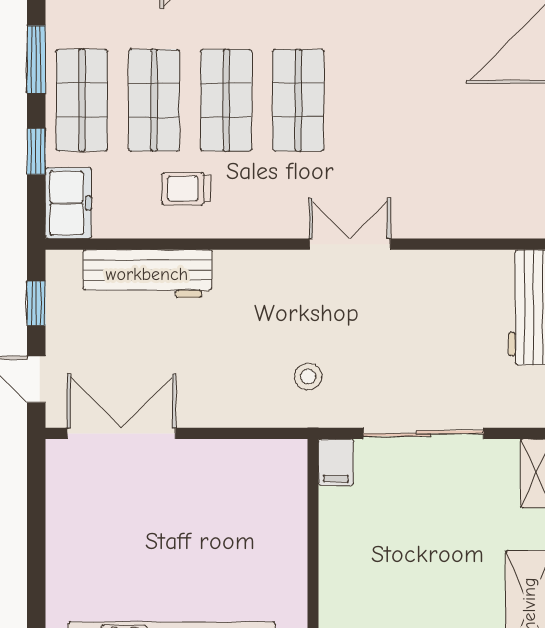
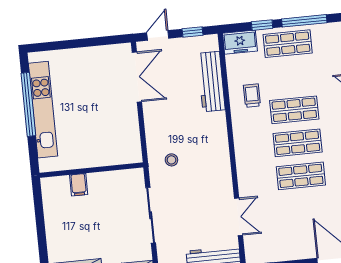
window: (36, 59) -> (304, 21), width x1.44
shop shelf: (154, 100) -> (301, 176), moved
double door: (350, 244) -> (238, 217), moved
filing cabinet: (336, 462) -> (79, 185), moved, turned -90

